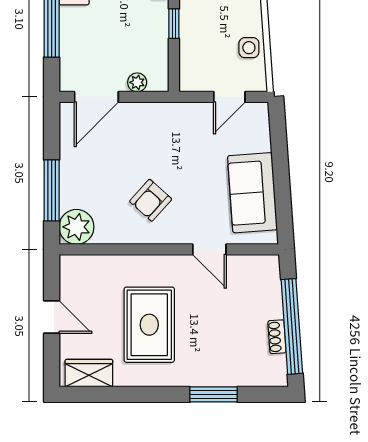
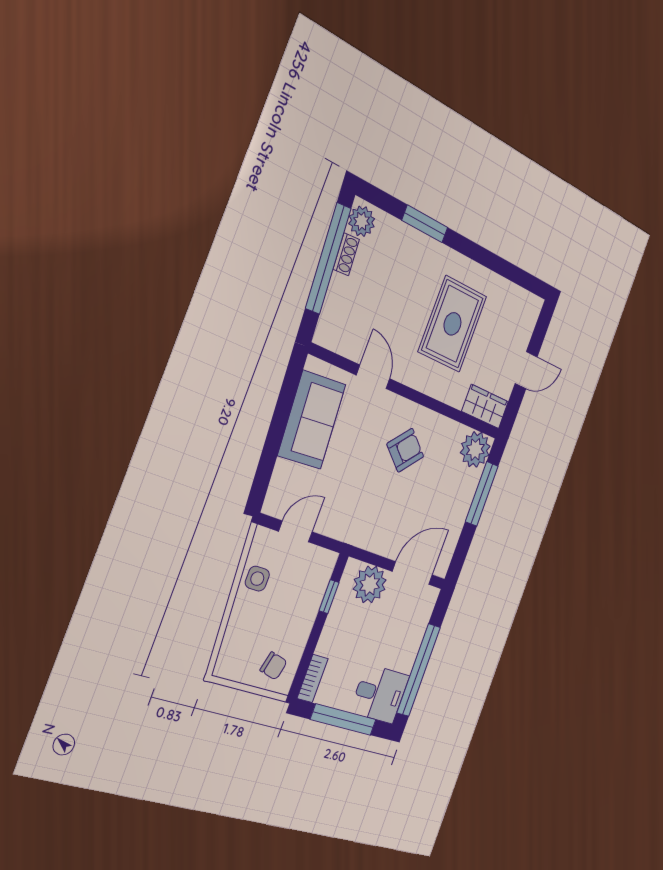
window: (174, 24) -> (329, 597), moved
plant: (137, 82) -> (370, 585), width x1.88, depth x1.88
door: (52, 317) -> (526, 370), swing flipped
plant: (274, 369) -> (362, 221), added
wardrobe: (89, 373) -> (485, 406), moved, turned 180

